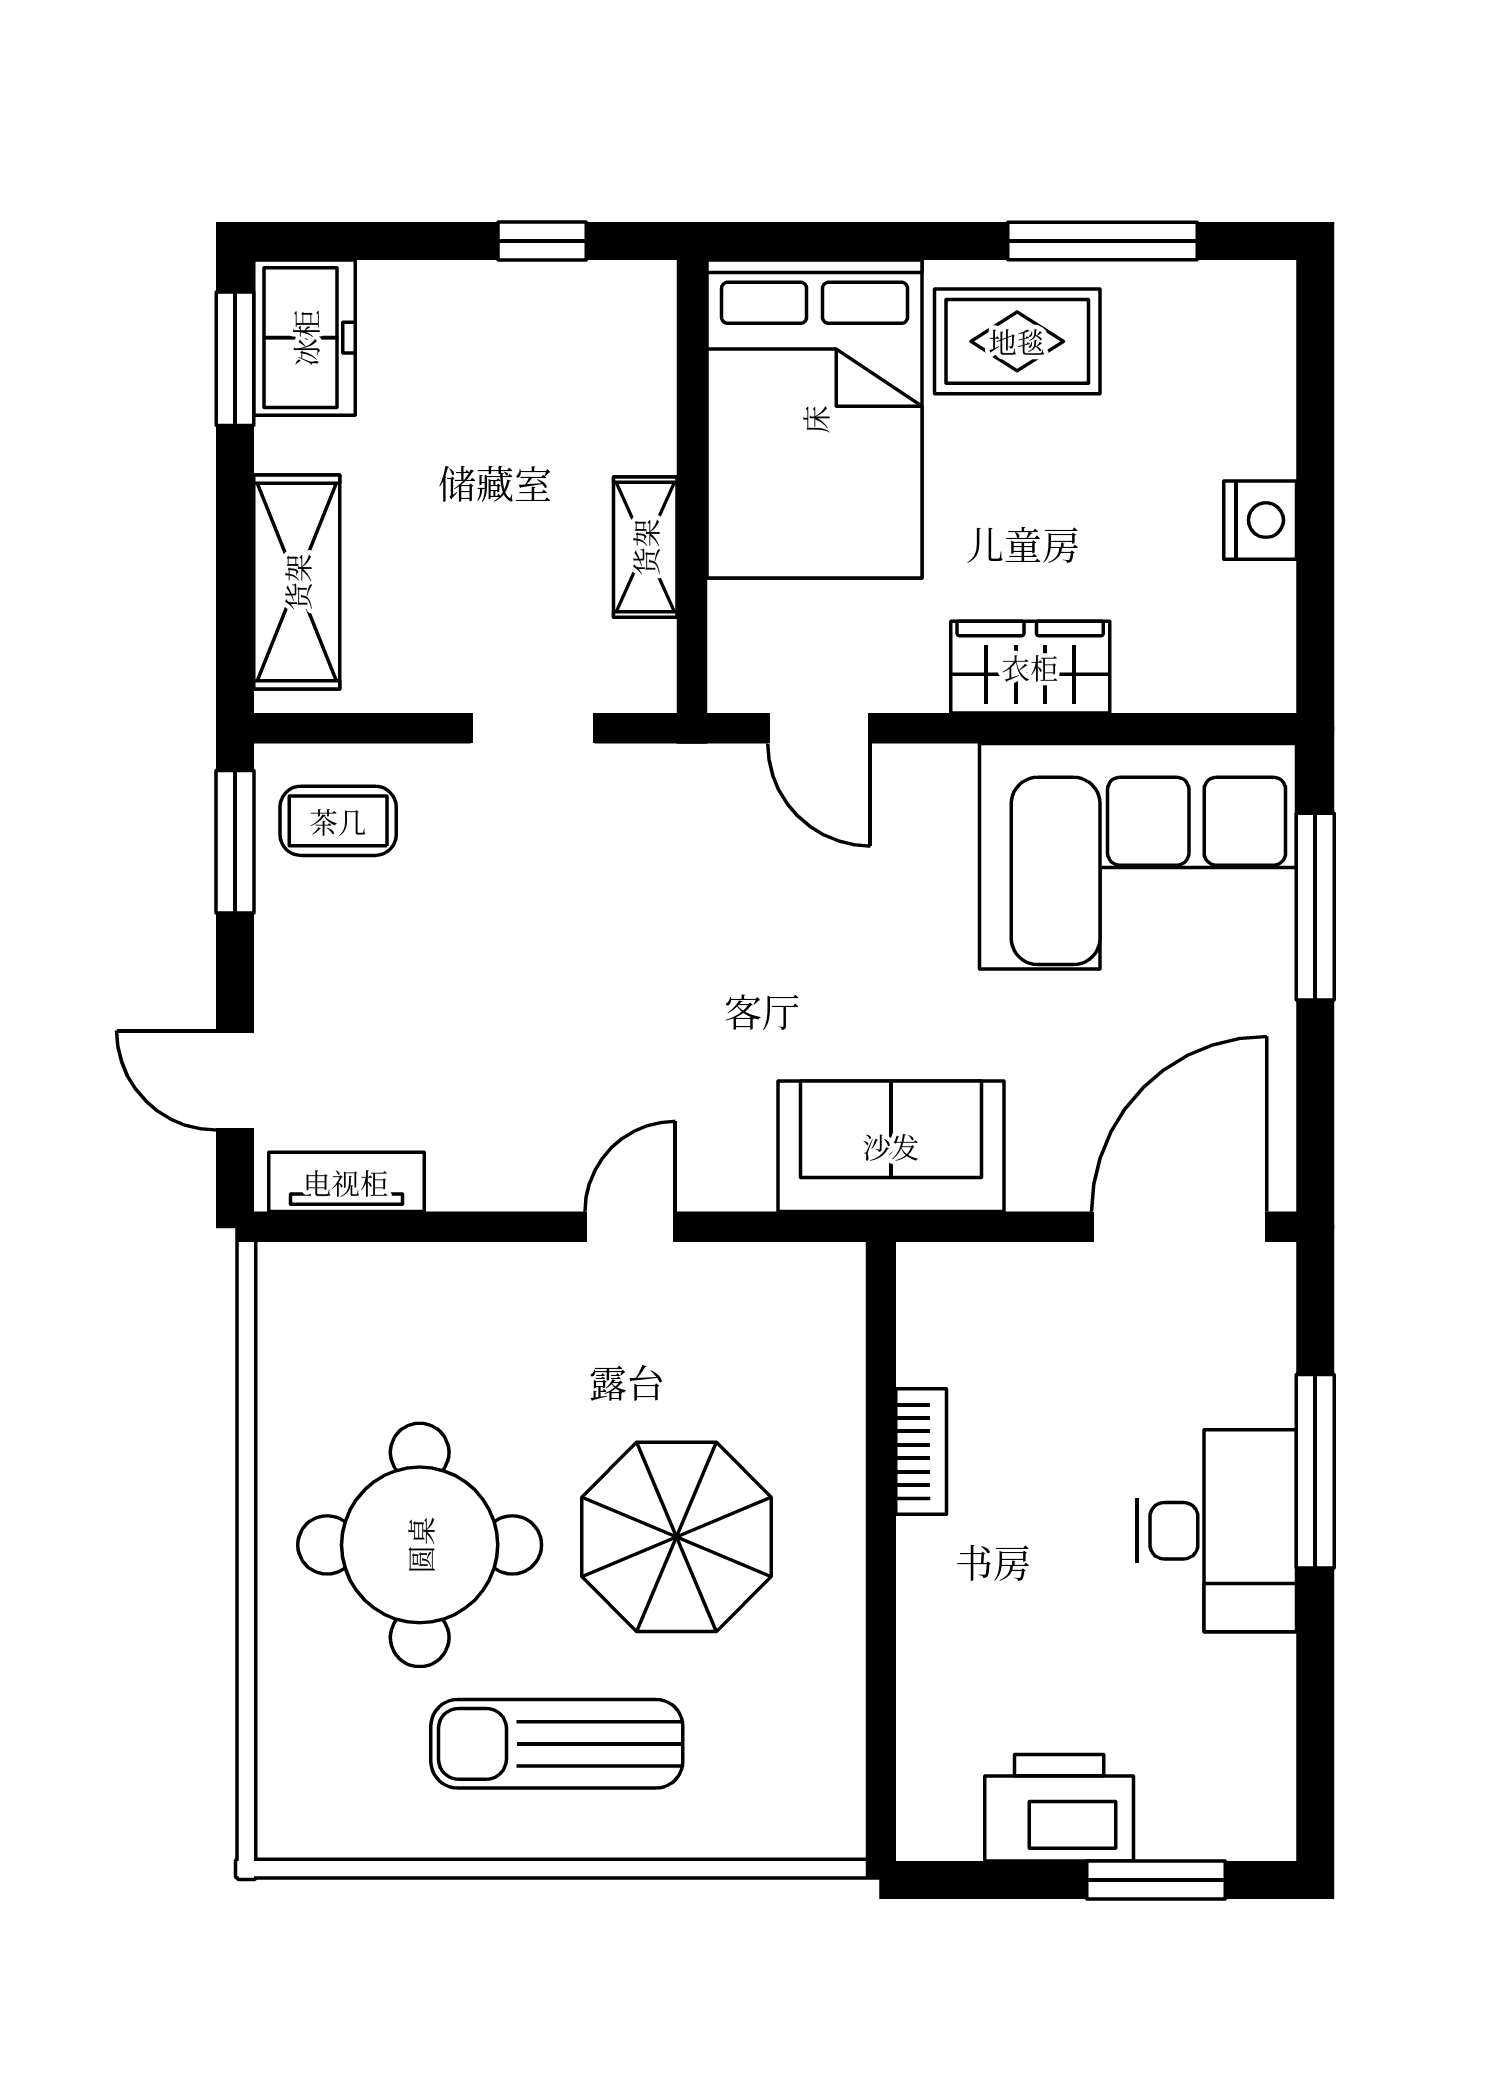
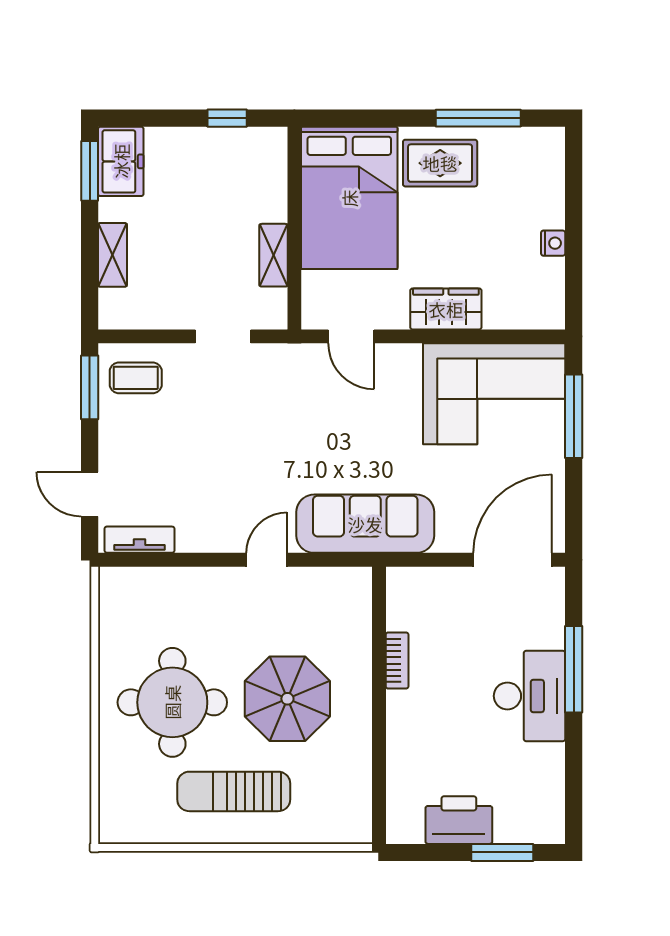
nightstand: (1260, 520) -> (553, 243), width x0.72, depth x0.74
shelving: (297, 582) -> (112, 255), width x0.67, depth x0.75
sofa: (891, 1146) -> (365, 524), width x1.36

